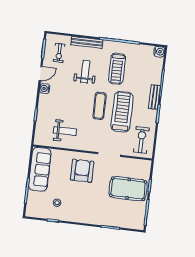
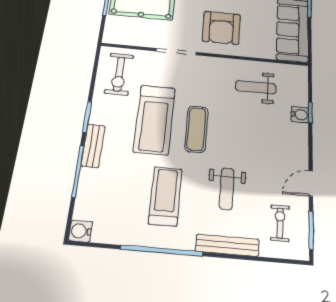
water cooler: (45, 89) -> (300, 115), moved

